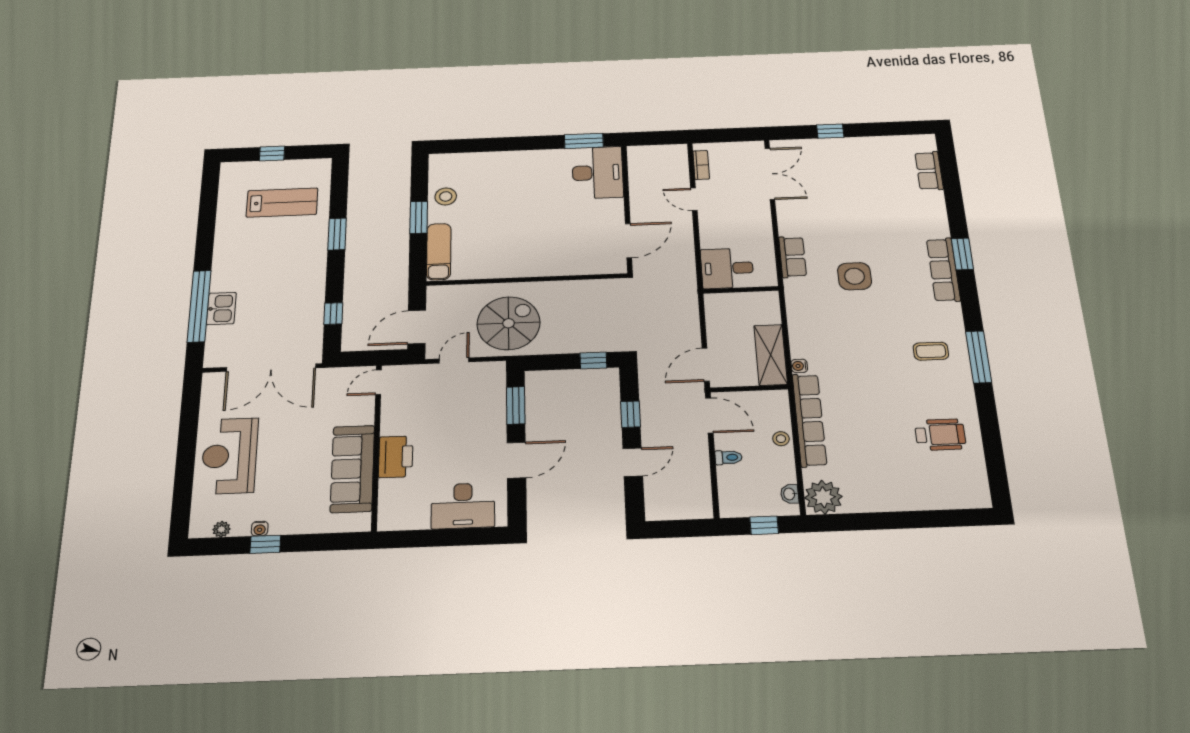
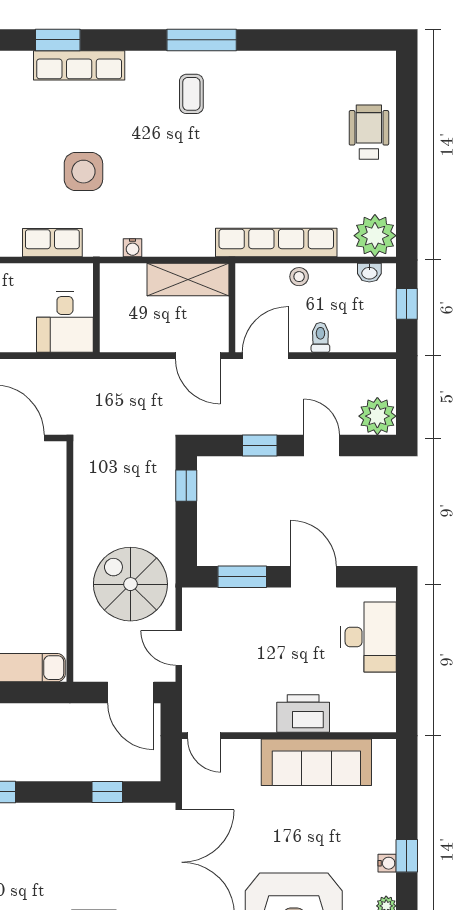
water cooler: (799, 366) -> (133, 248), moved
wheelchair: (940, 435) -> (369, 132), moved
plant: (661, 505) -> (377, 416), added

